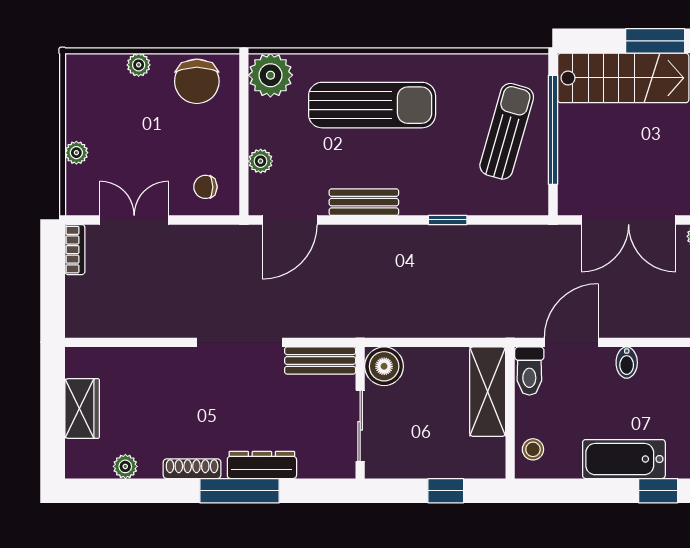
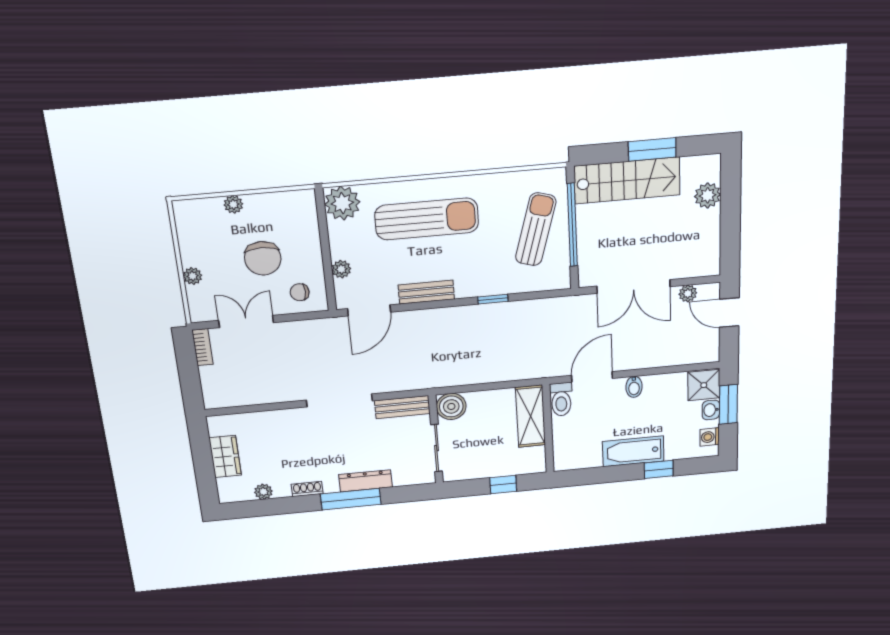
chair: (197, 81) -> (263, 258), moved
stool: (533, 449) -> (566, 451), removed
shoe rack: (192, 469) -> (307, 489), width x0.70

